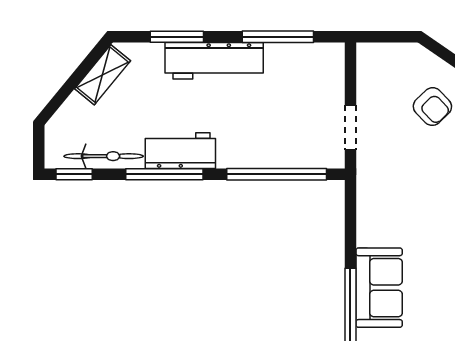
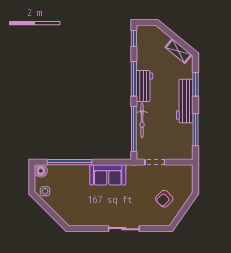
bicycle: (104, 156) -> (142, 120), moved
sofa: (379, 288) -> (108, 175), moved

